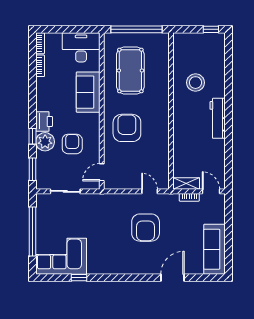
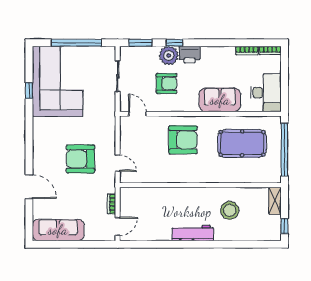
shelving: (186, 183) -> (275, 201), moved
door: (150, 191) -> (118, 163), hinge flipped
corner sofa: (61, 256) -> (58, 81), width x1.36, depth x1.36

